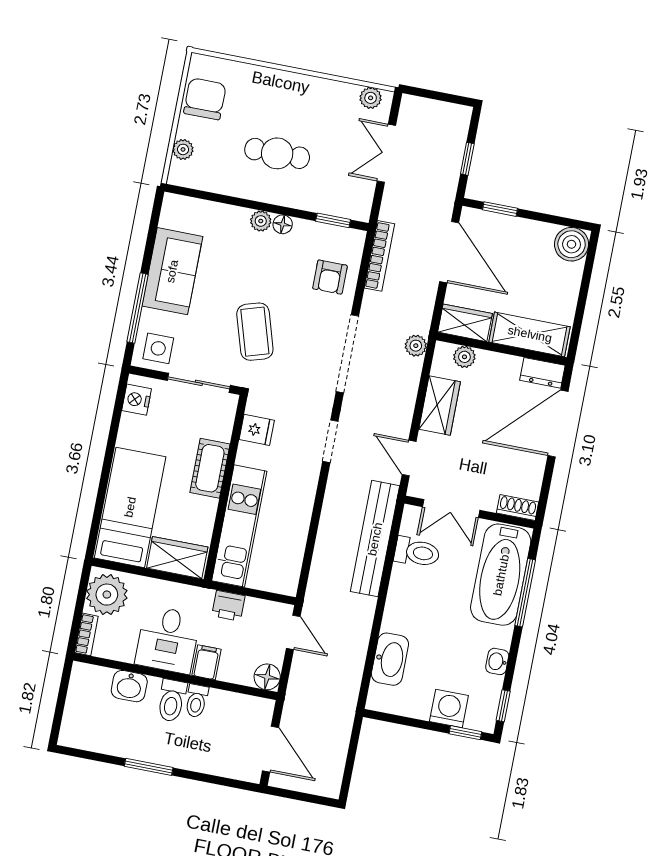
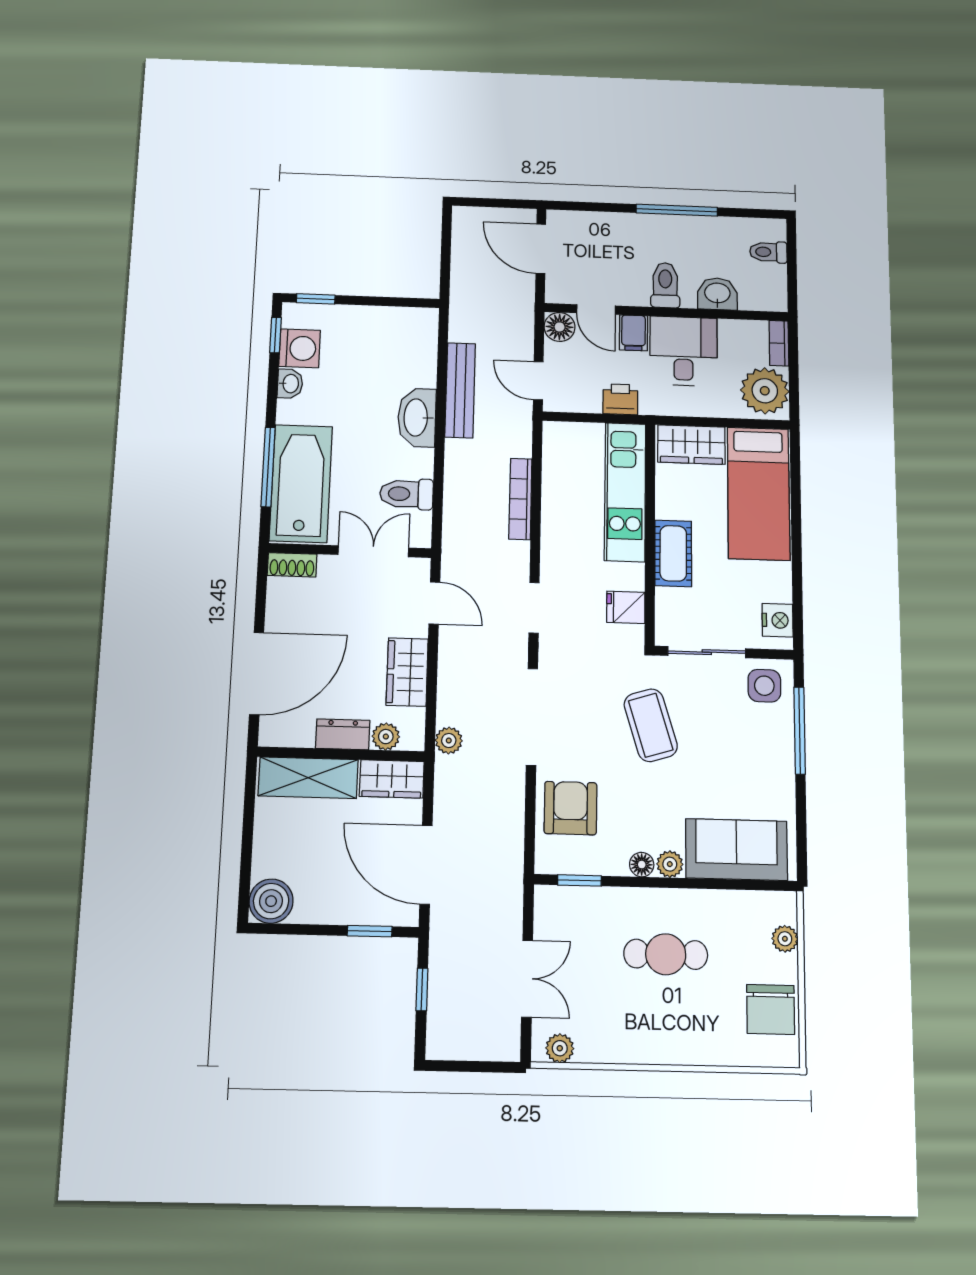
bookcase: (379, 256) -> (520, 499), moved
sofa: (172, 271) -> (736, 850), moved, turned 90
armchair: (330, 277) -> (570, 808), width x1.38, depth x1.38
dresser: (542, 373) -> (343, 734), moved
bench: (375, 539) -> (460, 390), moved, width x0.73, depth x0.82
washbasin: (390, 659) -> (417, 418), moved
door: (234, 688) -> (596, 309), added
toilet: (196, 701) -> (768, 252), moved, turned -90
washing machine: (449, 709) -> (300, 348), moved, turned -90
window: (149, 767) -> (677, 210), width x1.44

